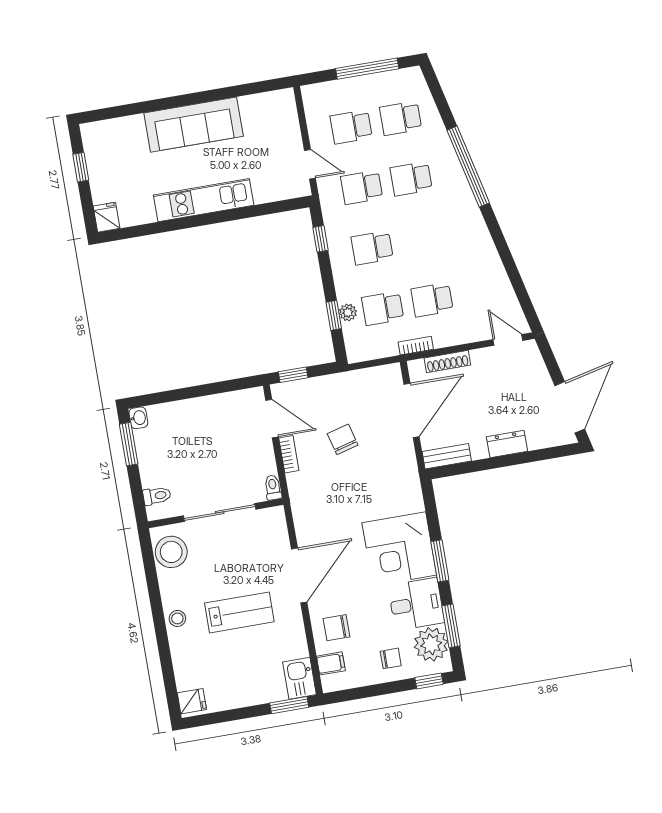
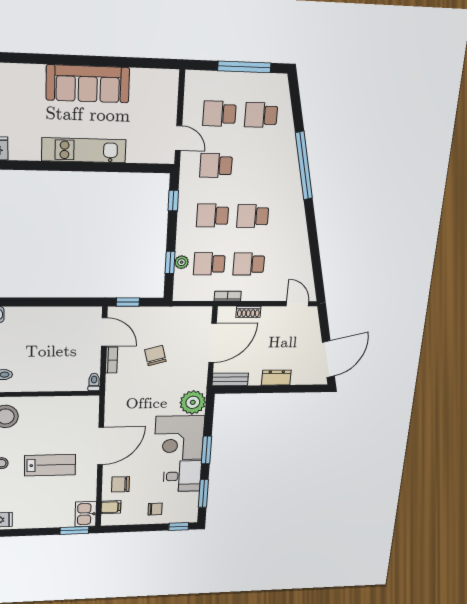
school desk: (411, 179) -> (253, 216), moved
shoe rack: (447, 362) -> (248, 312), width x0.70
sliding door: (220, 512) -> (49, 394), removed
plant: (431, 644) -> (193, 402), moved

